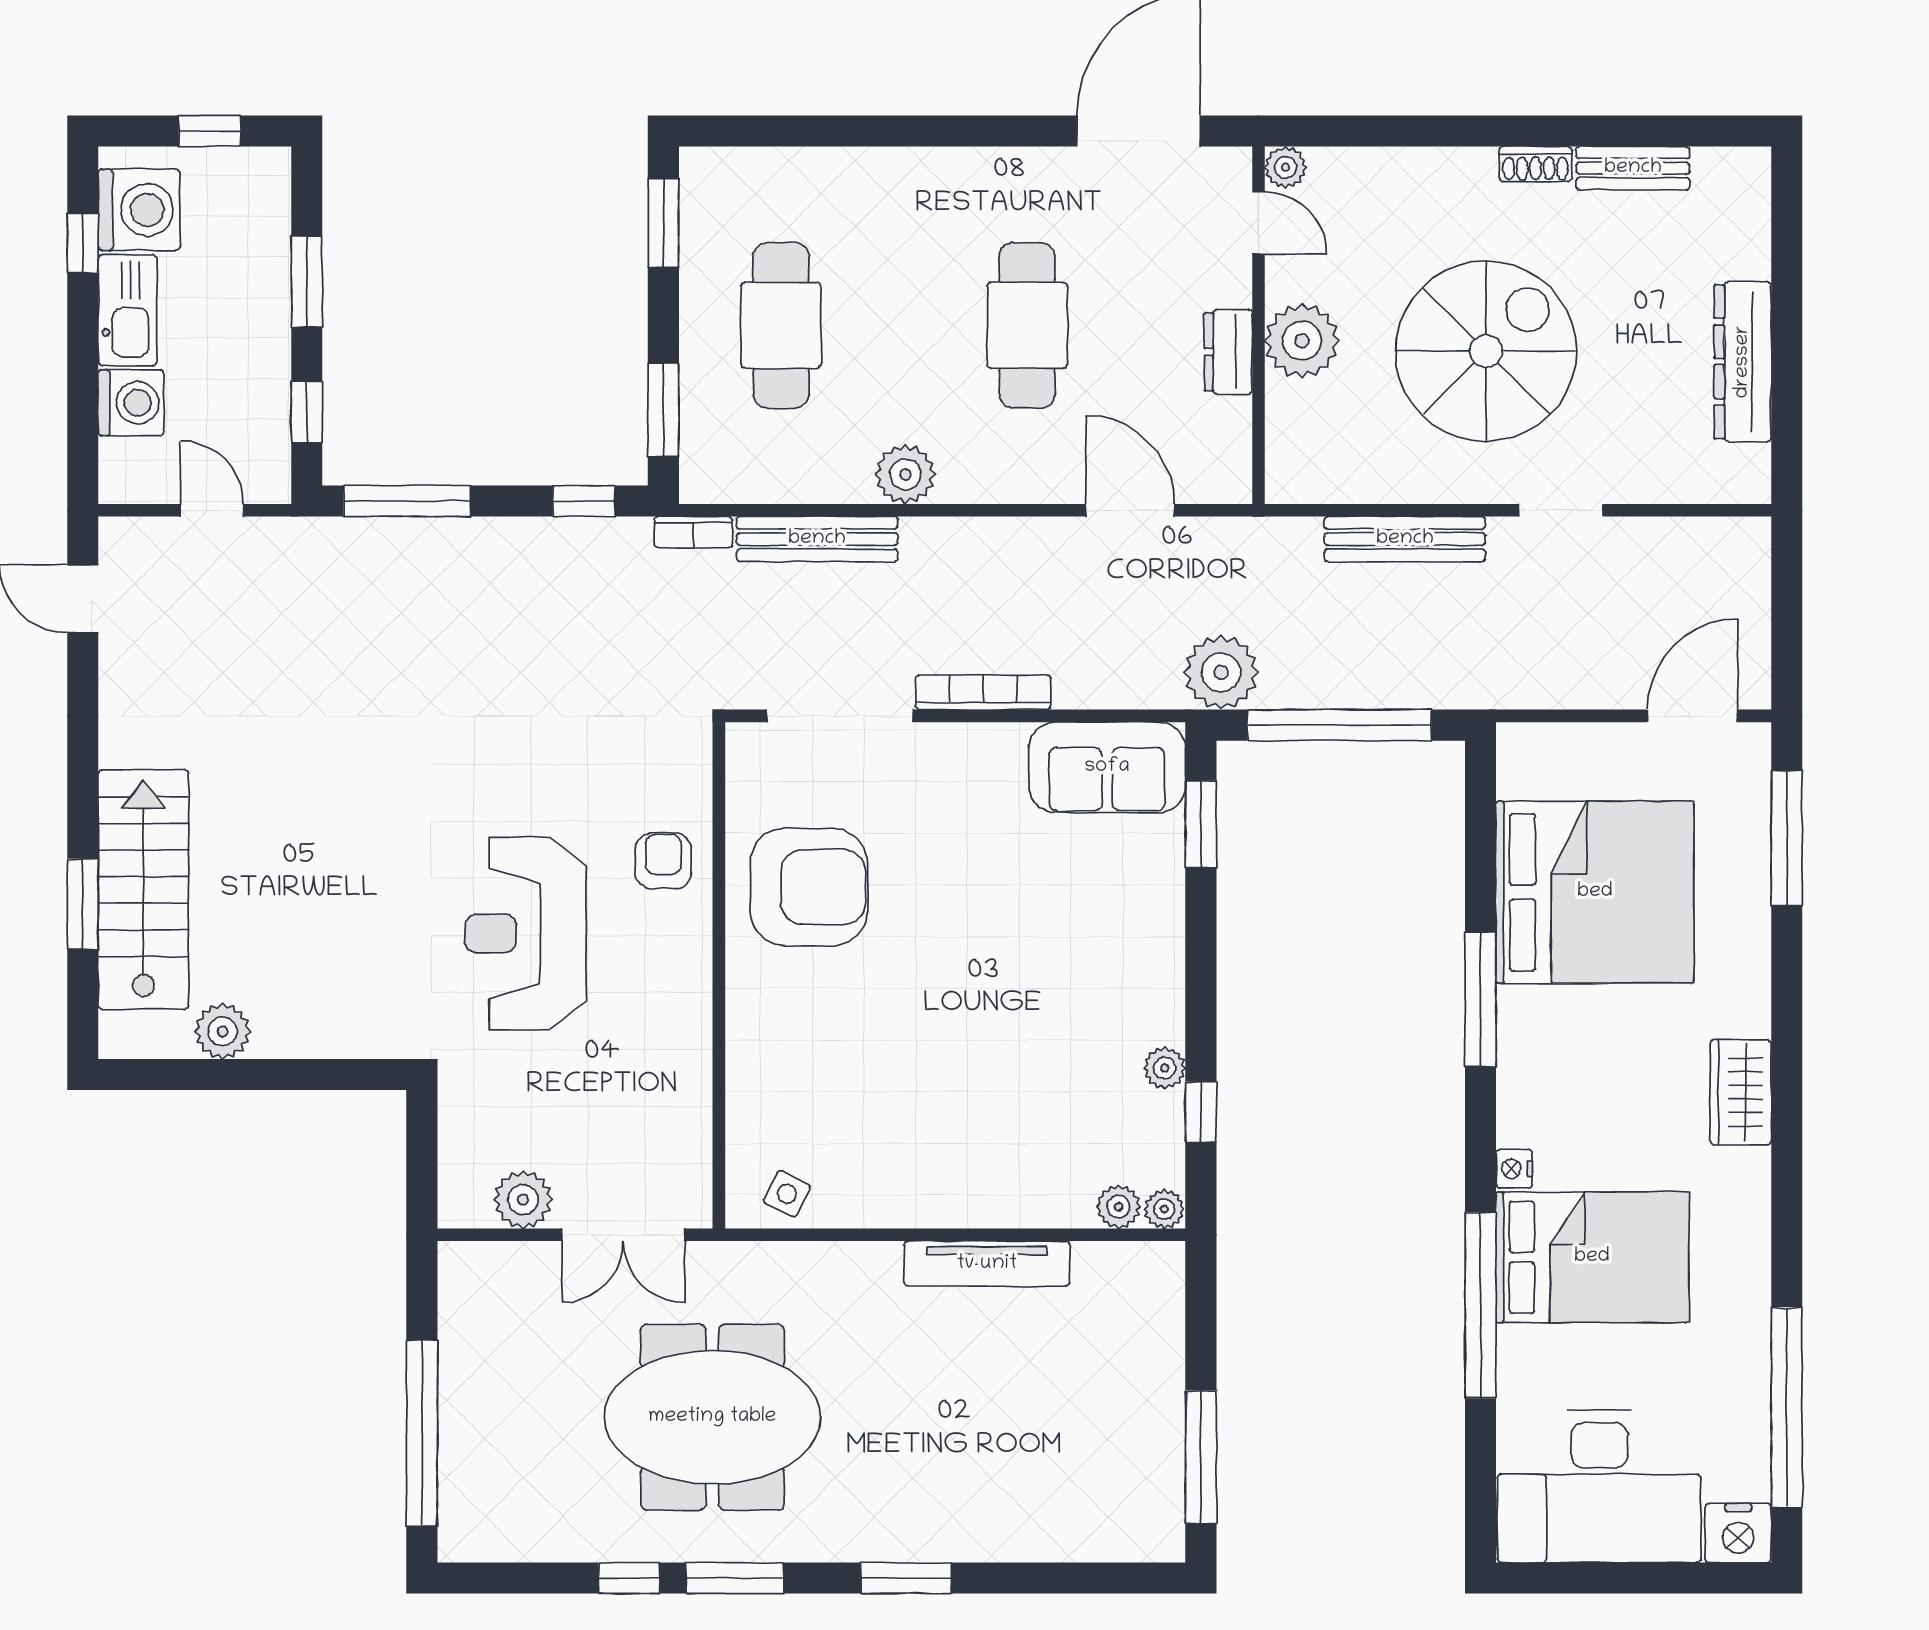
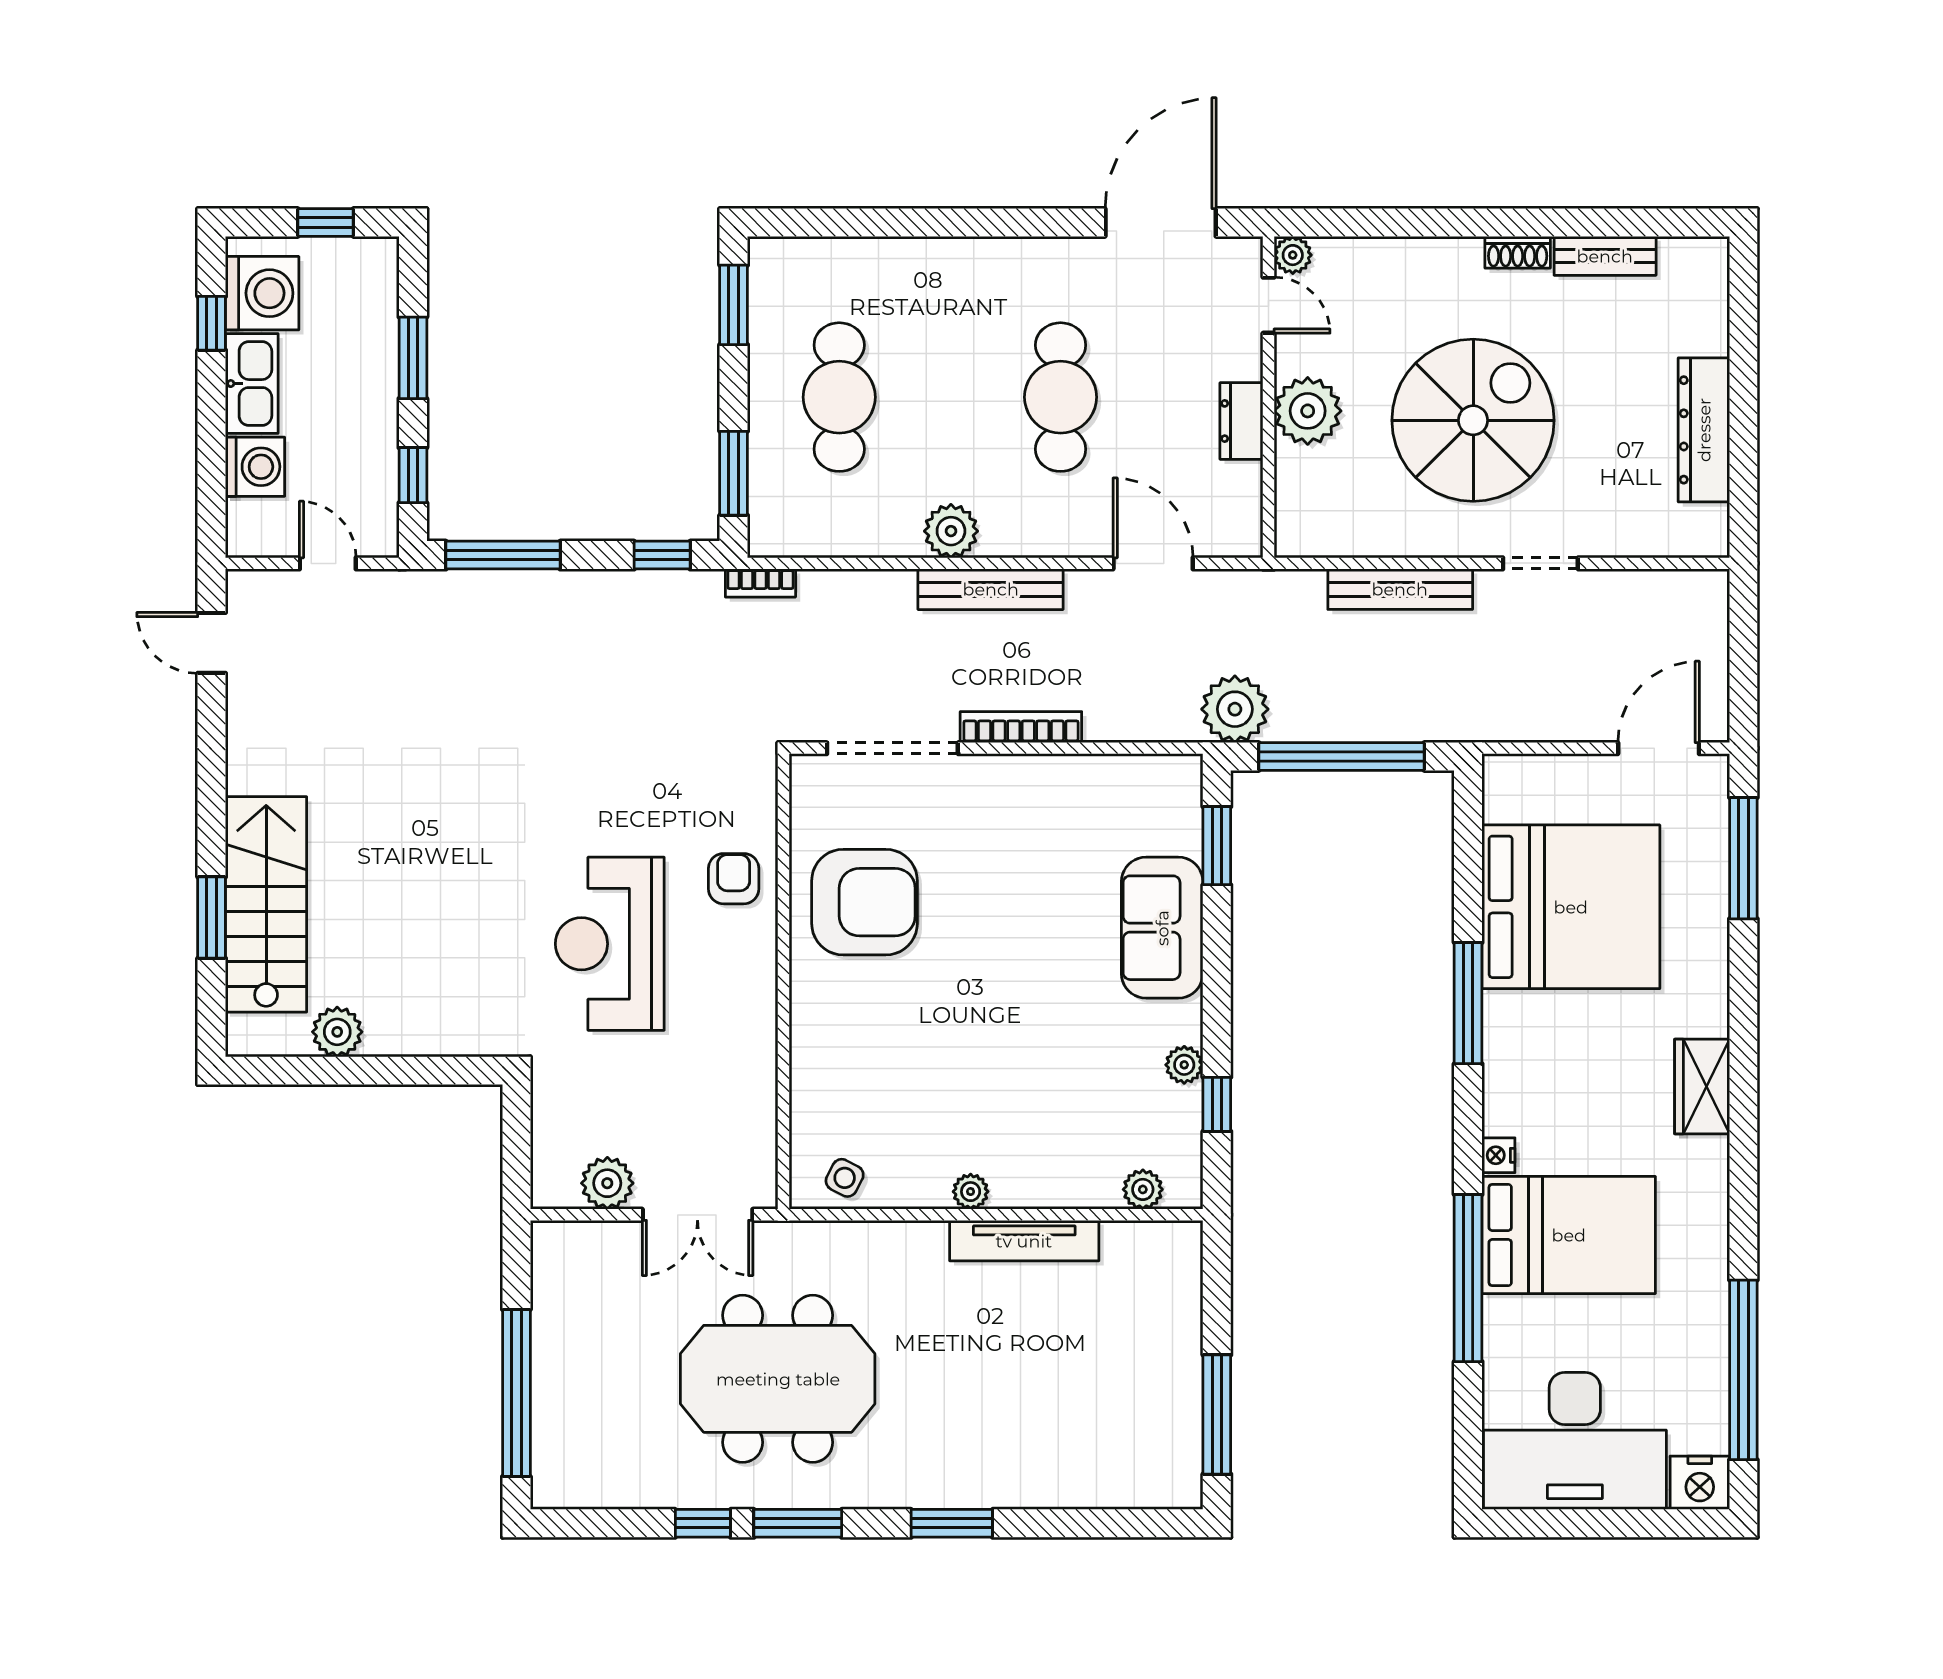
bench: (817, 539) -> (991, 589), moved
sofa: (1107, 767) -> (1162, 928), moved, turned 90
plant: (1164, 1209) -> (971, 1192), moved

